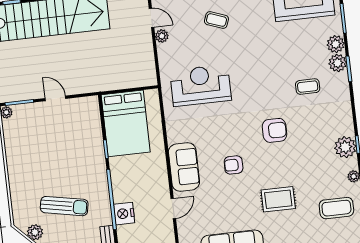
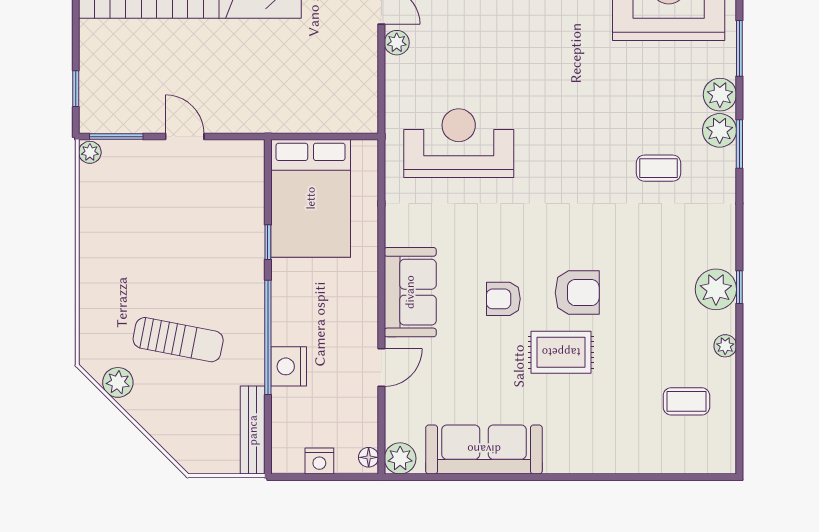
coffee table: (216, 20) -> (502, 24), removed
armchair: (275, 130) -> (577, 293), moved
rug: (278, 199) -> (561, 352), moved
coffee table: (336, 208) -> (686, 401), width x0.73, depth x0.77

